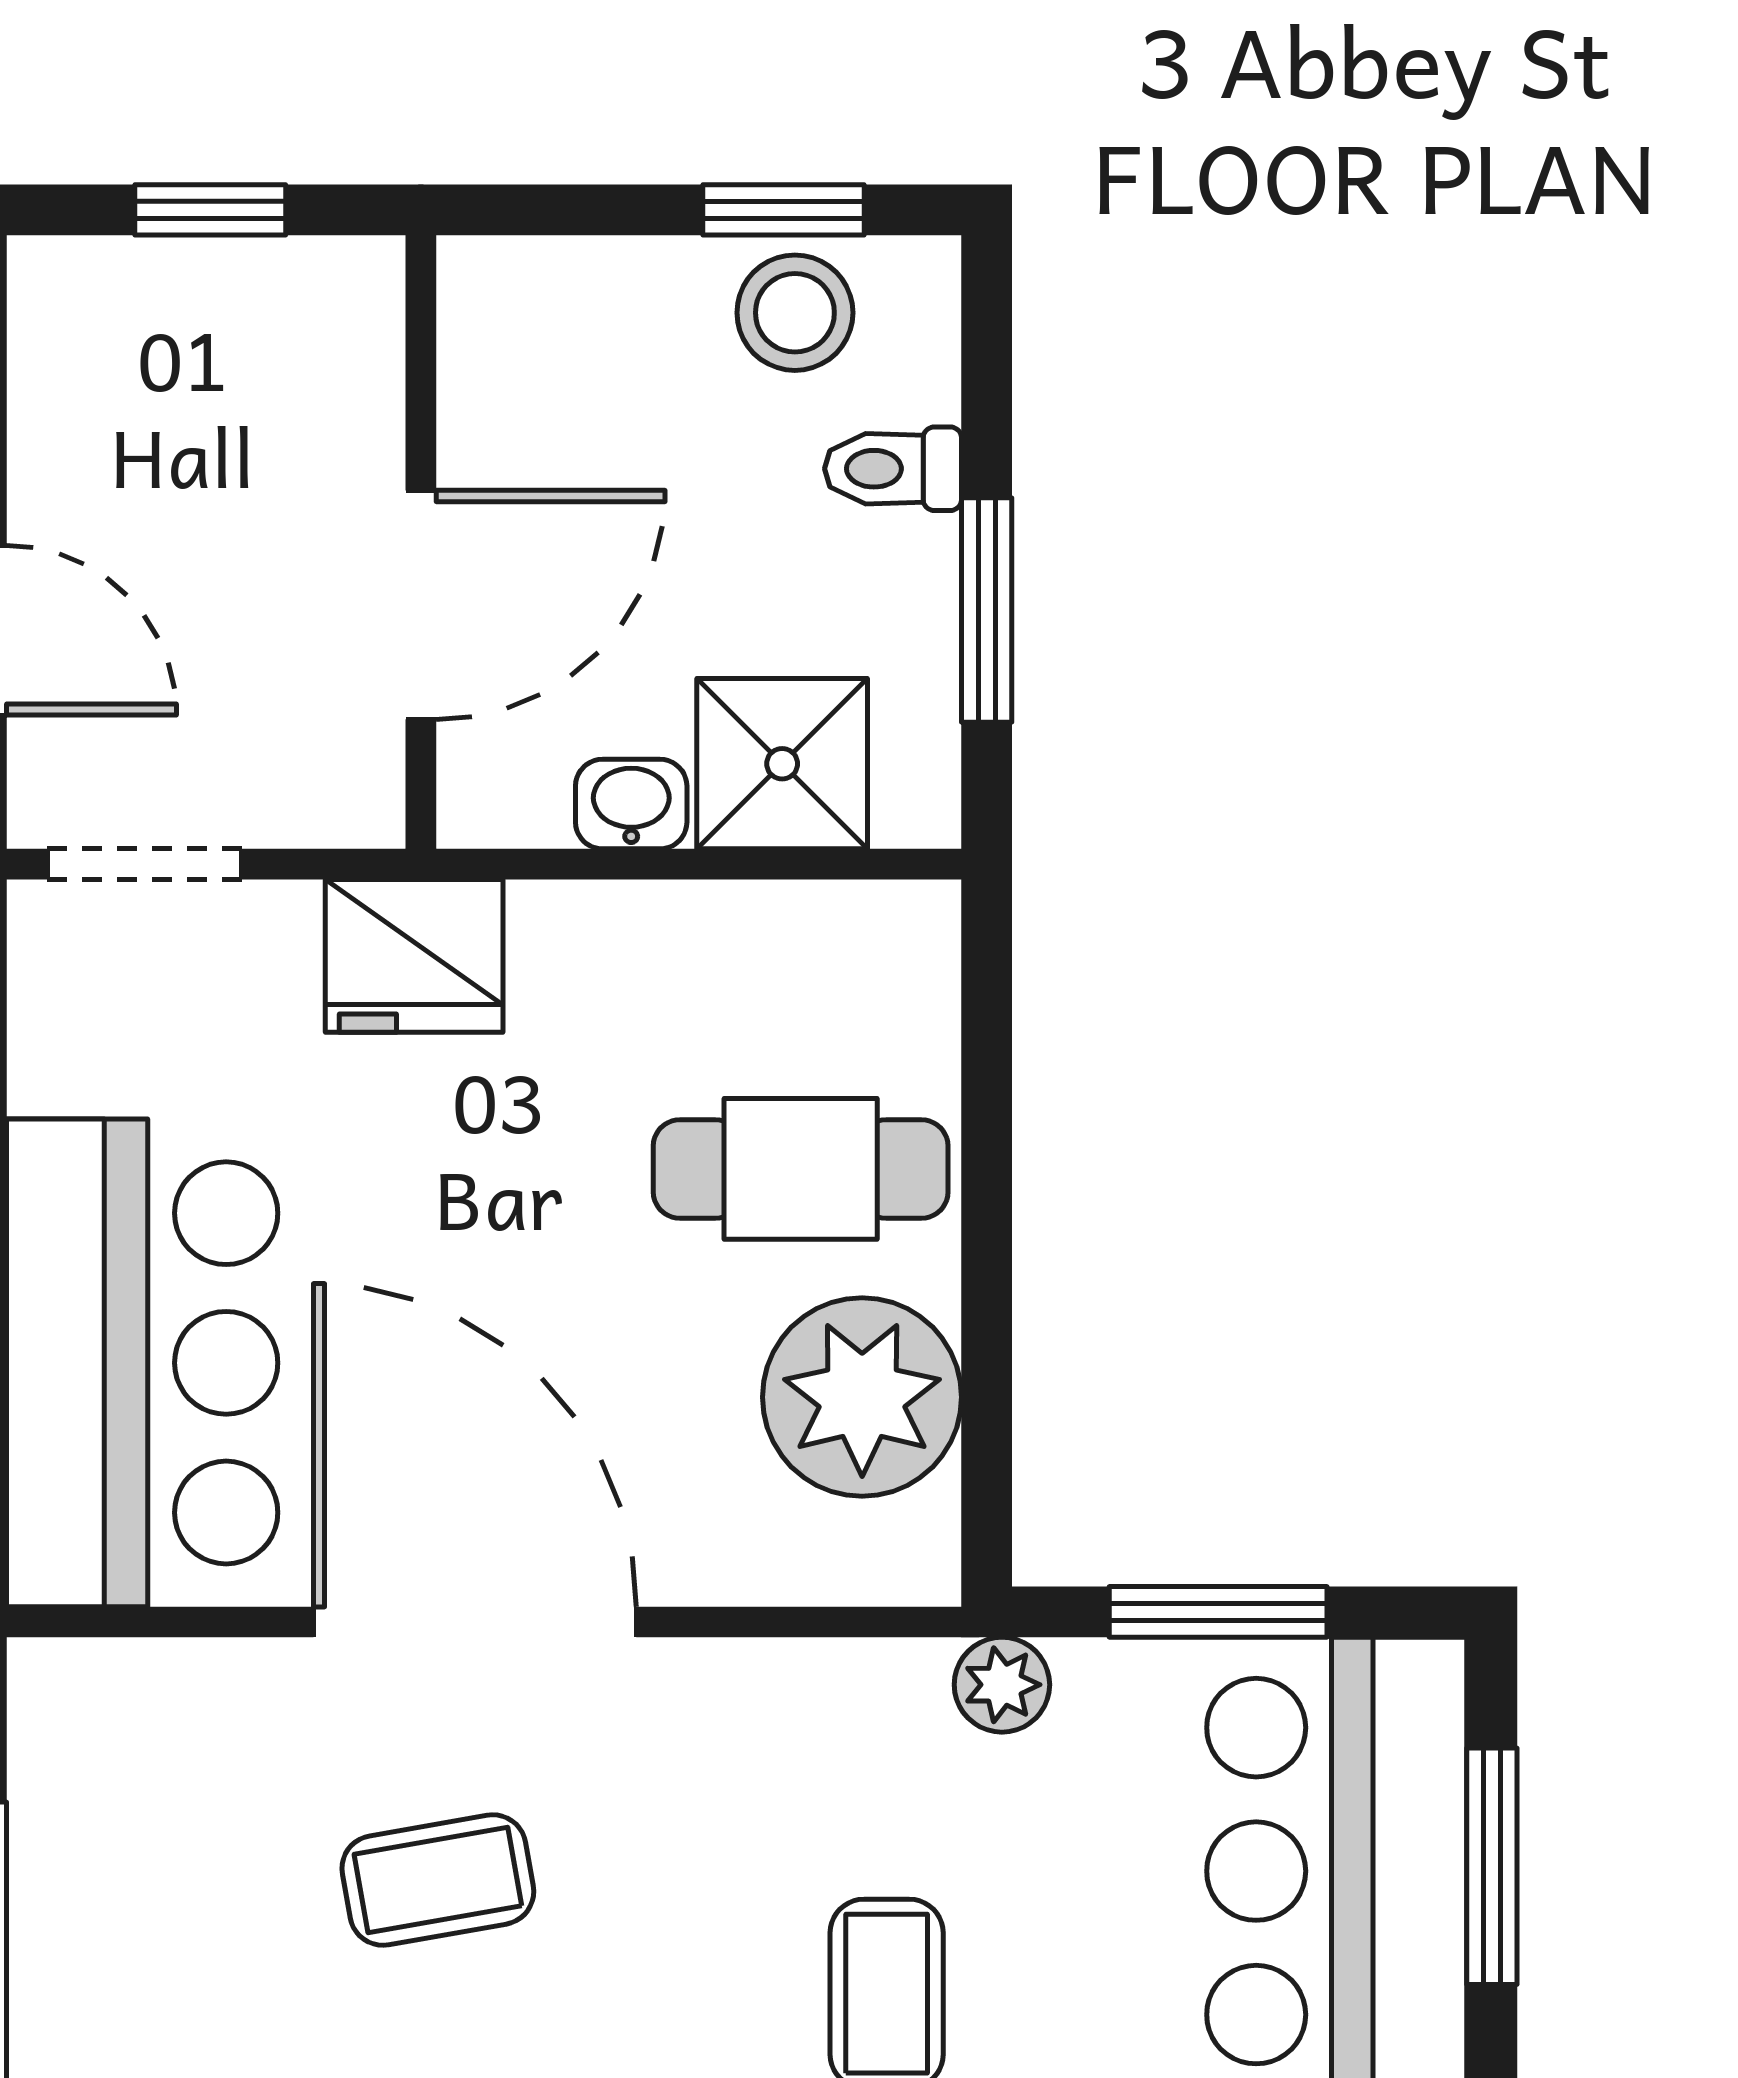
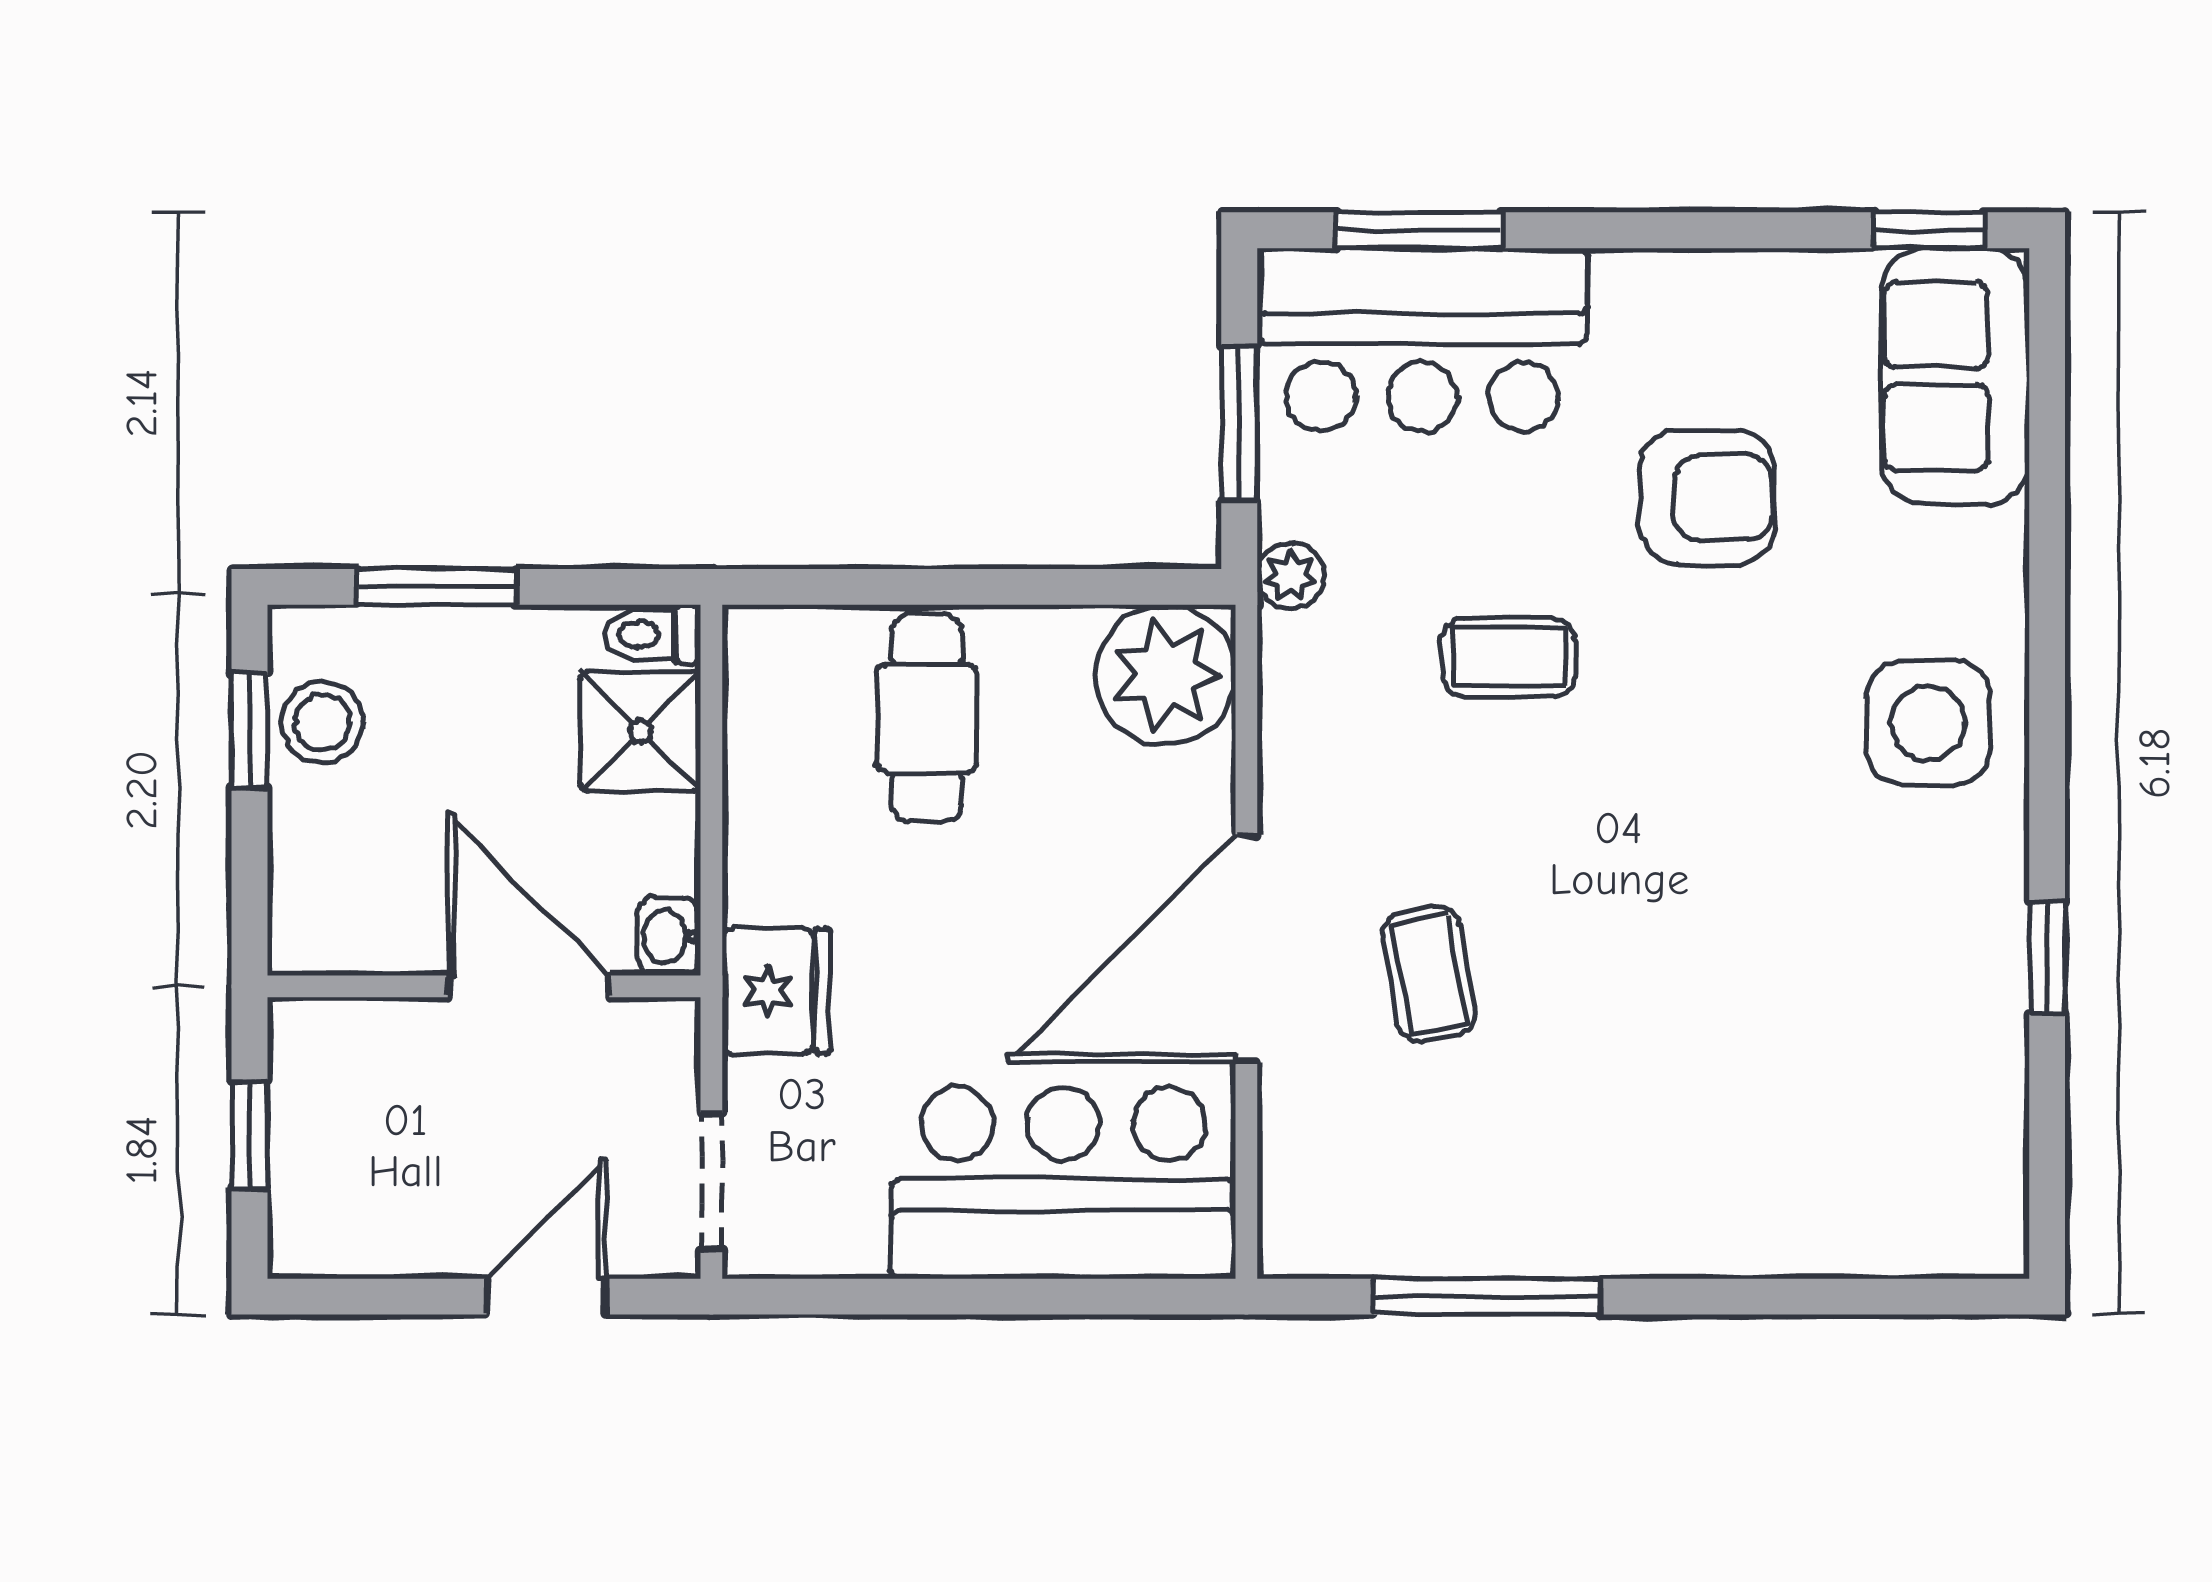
toilet: (893, 469) -> (652, 634), moved, turned 90
window: (987, 610) -> (437, 587), moved
washbasin: (631, 804) -> (669, 936), moved
plant: (862, 1397) -> (1166, 675), moved

